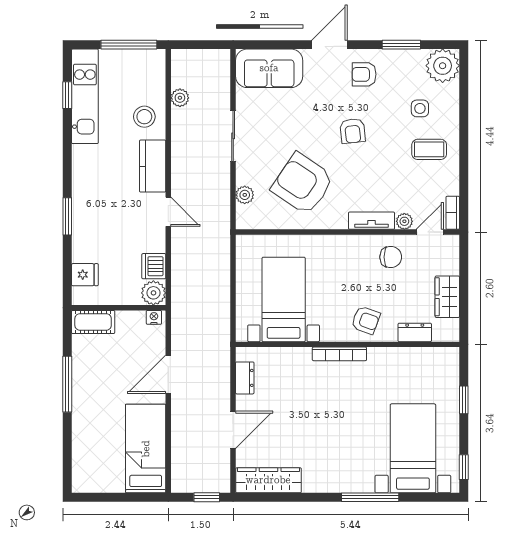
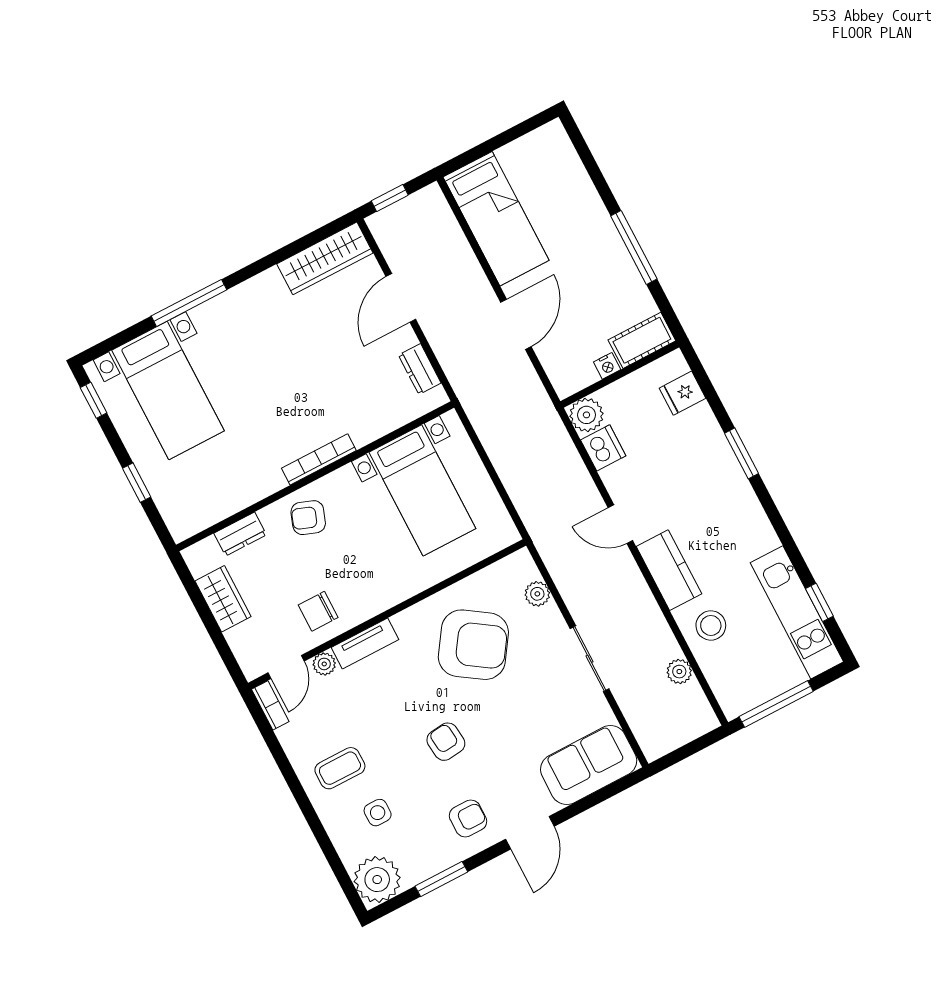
nightstand: (154, 317) -> (607, 366), moved

